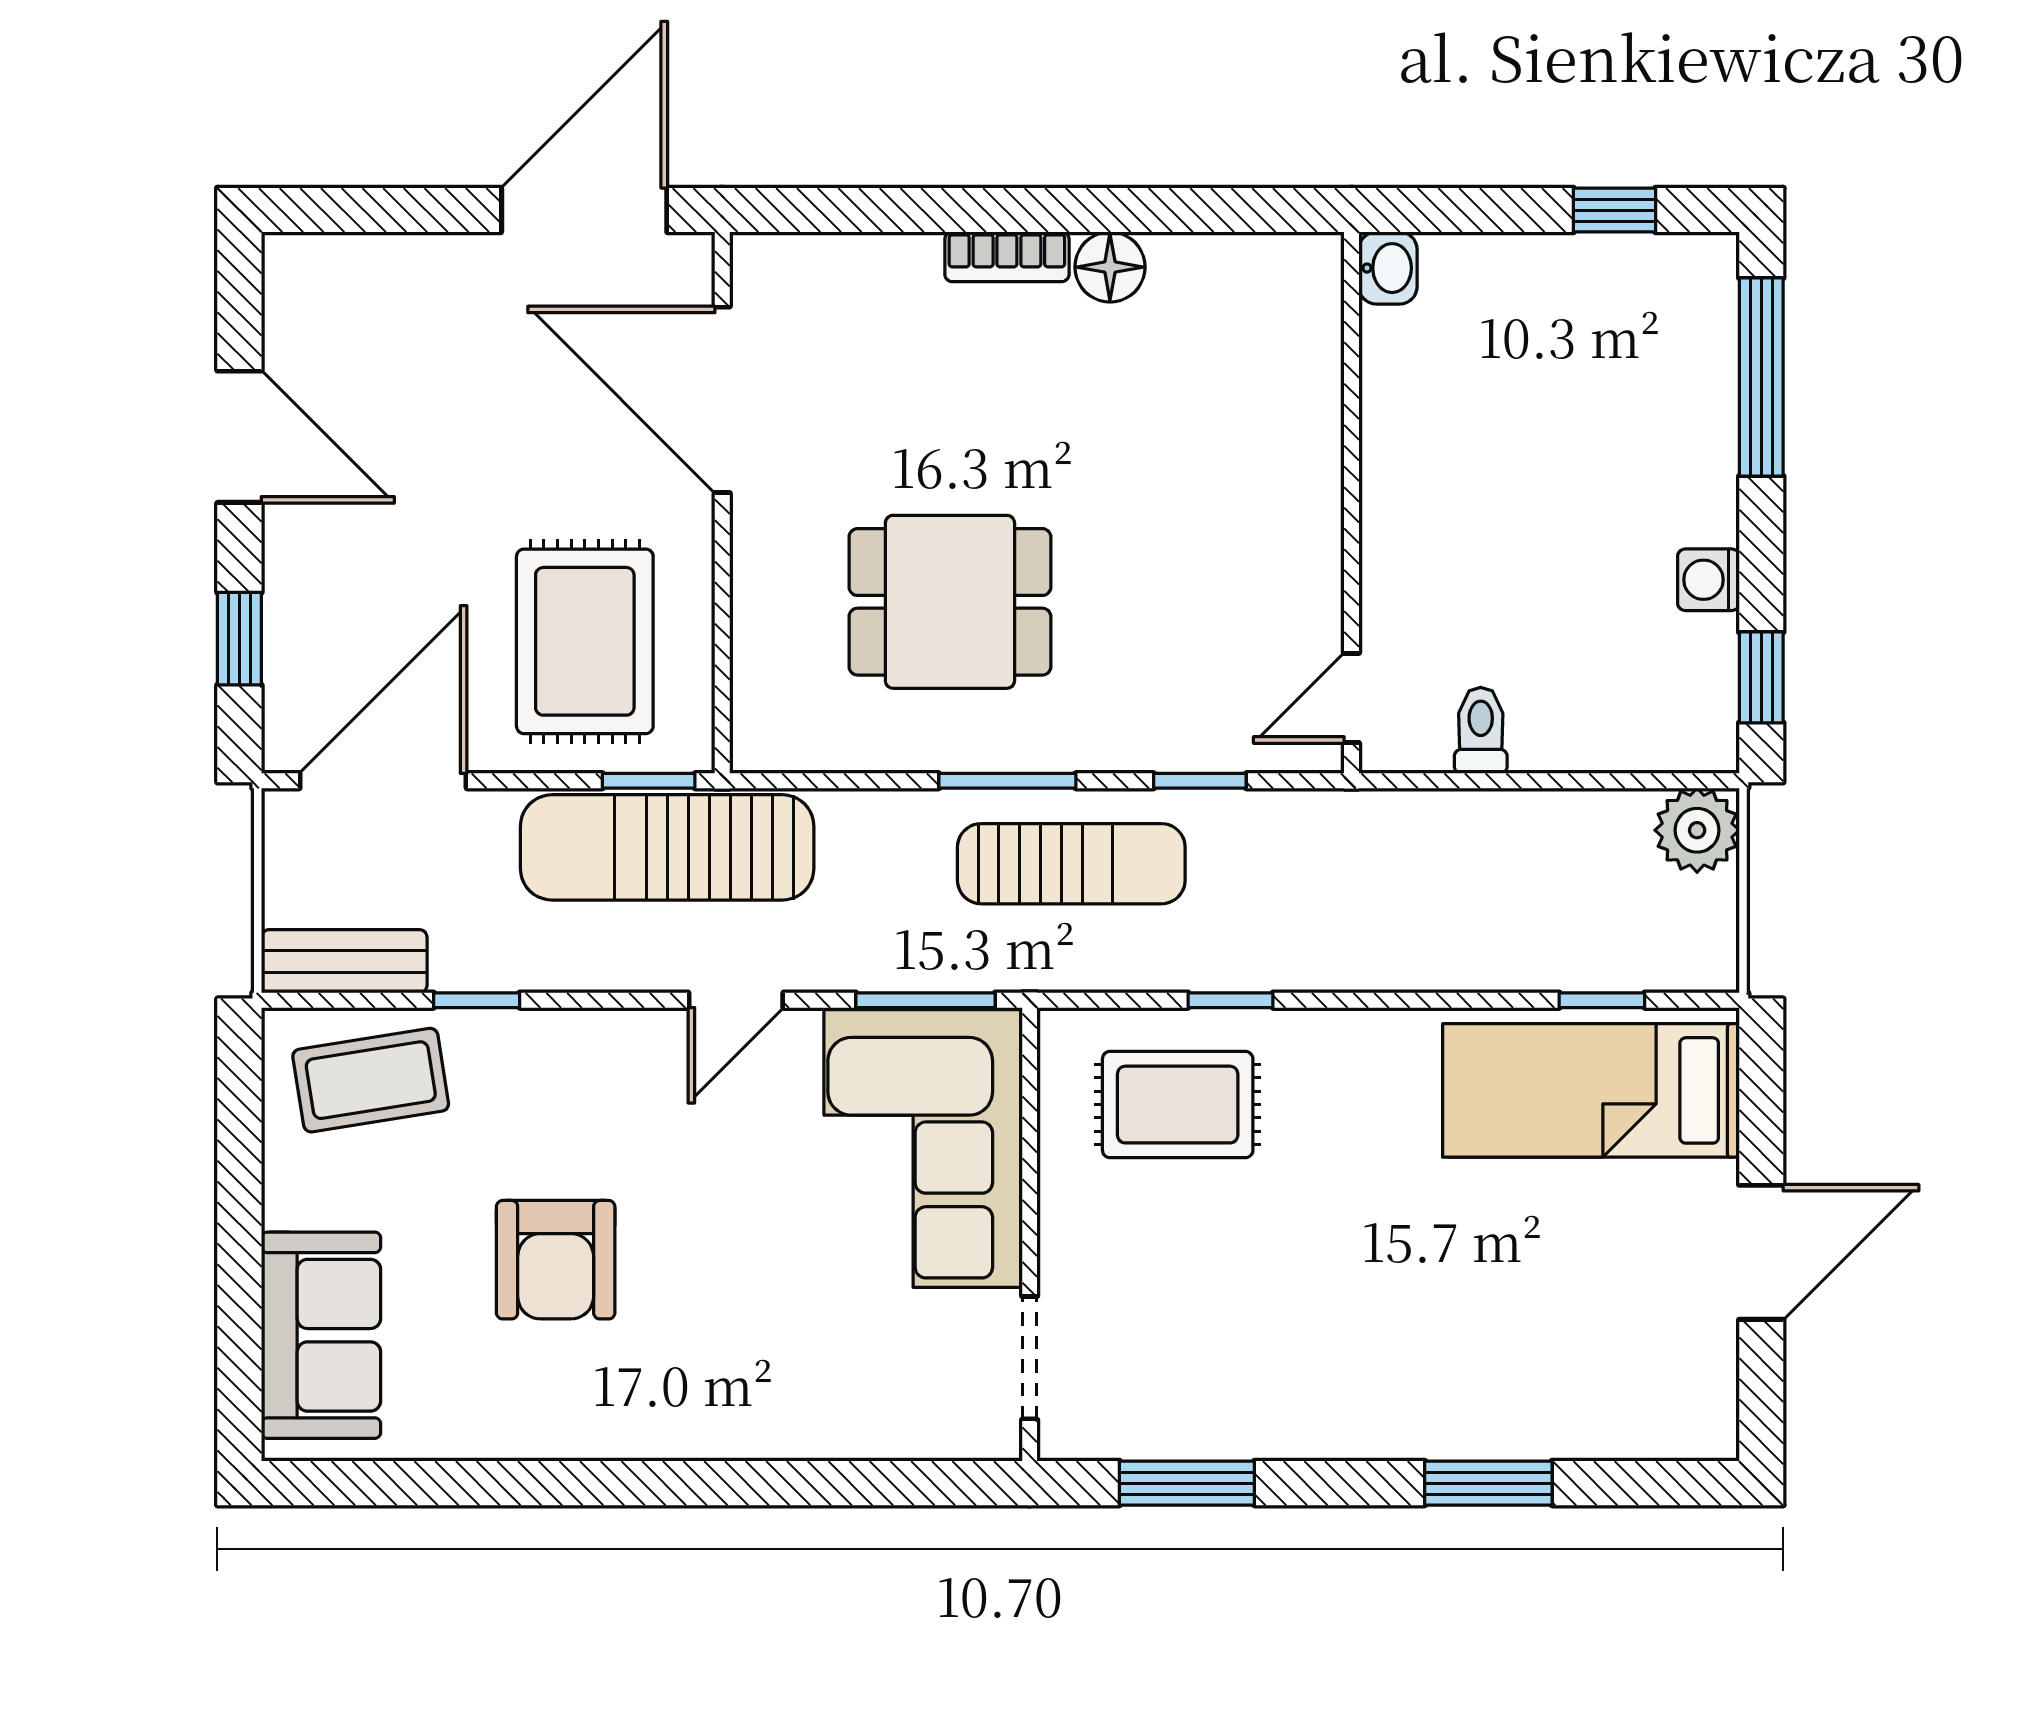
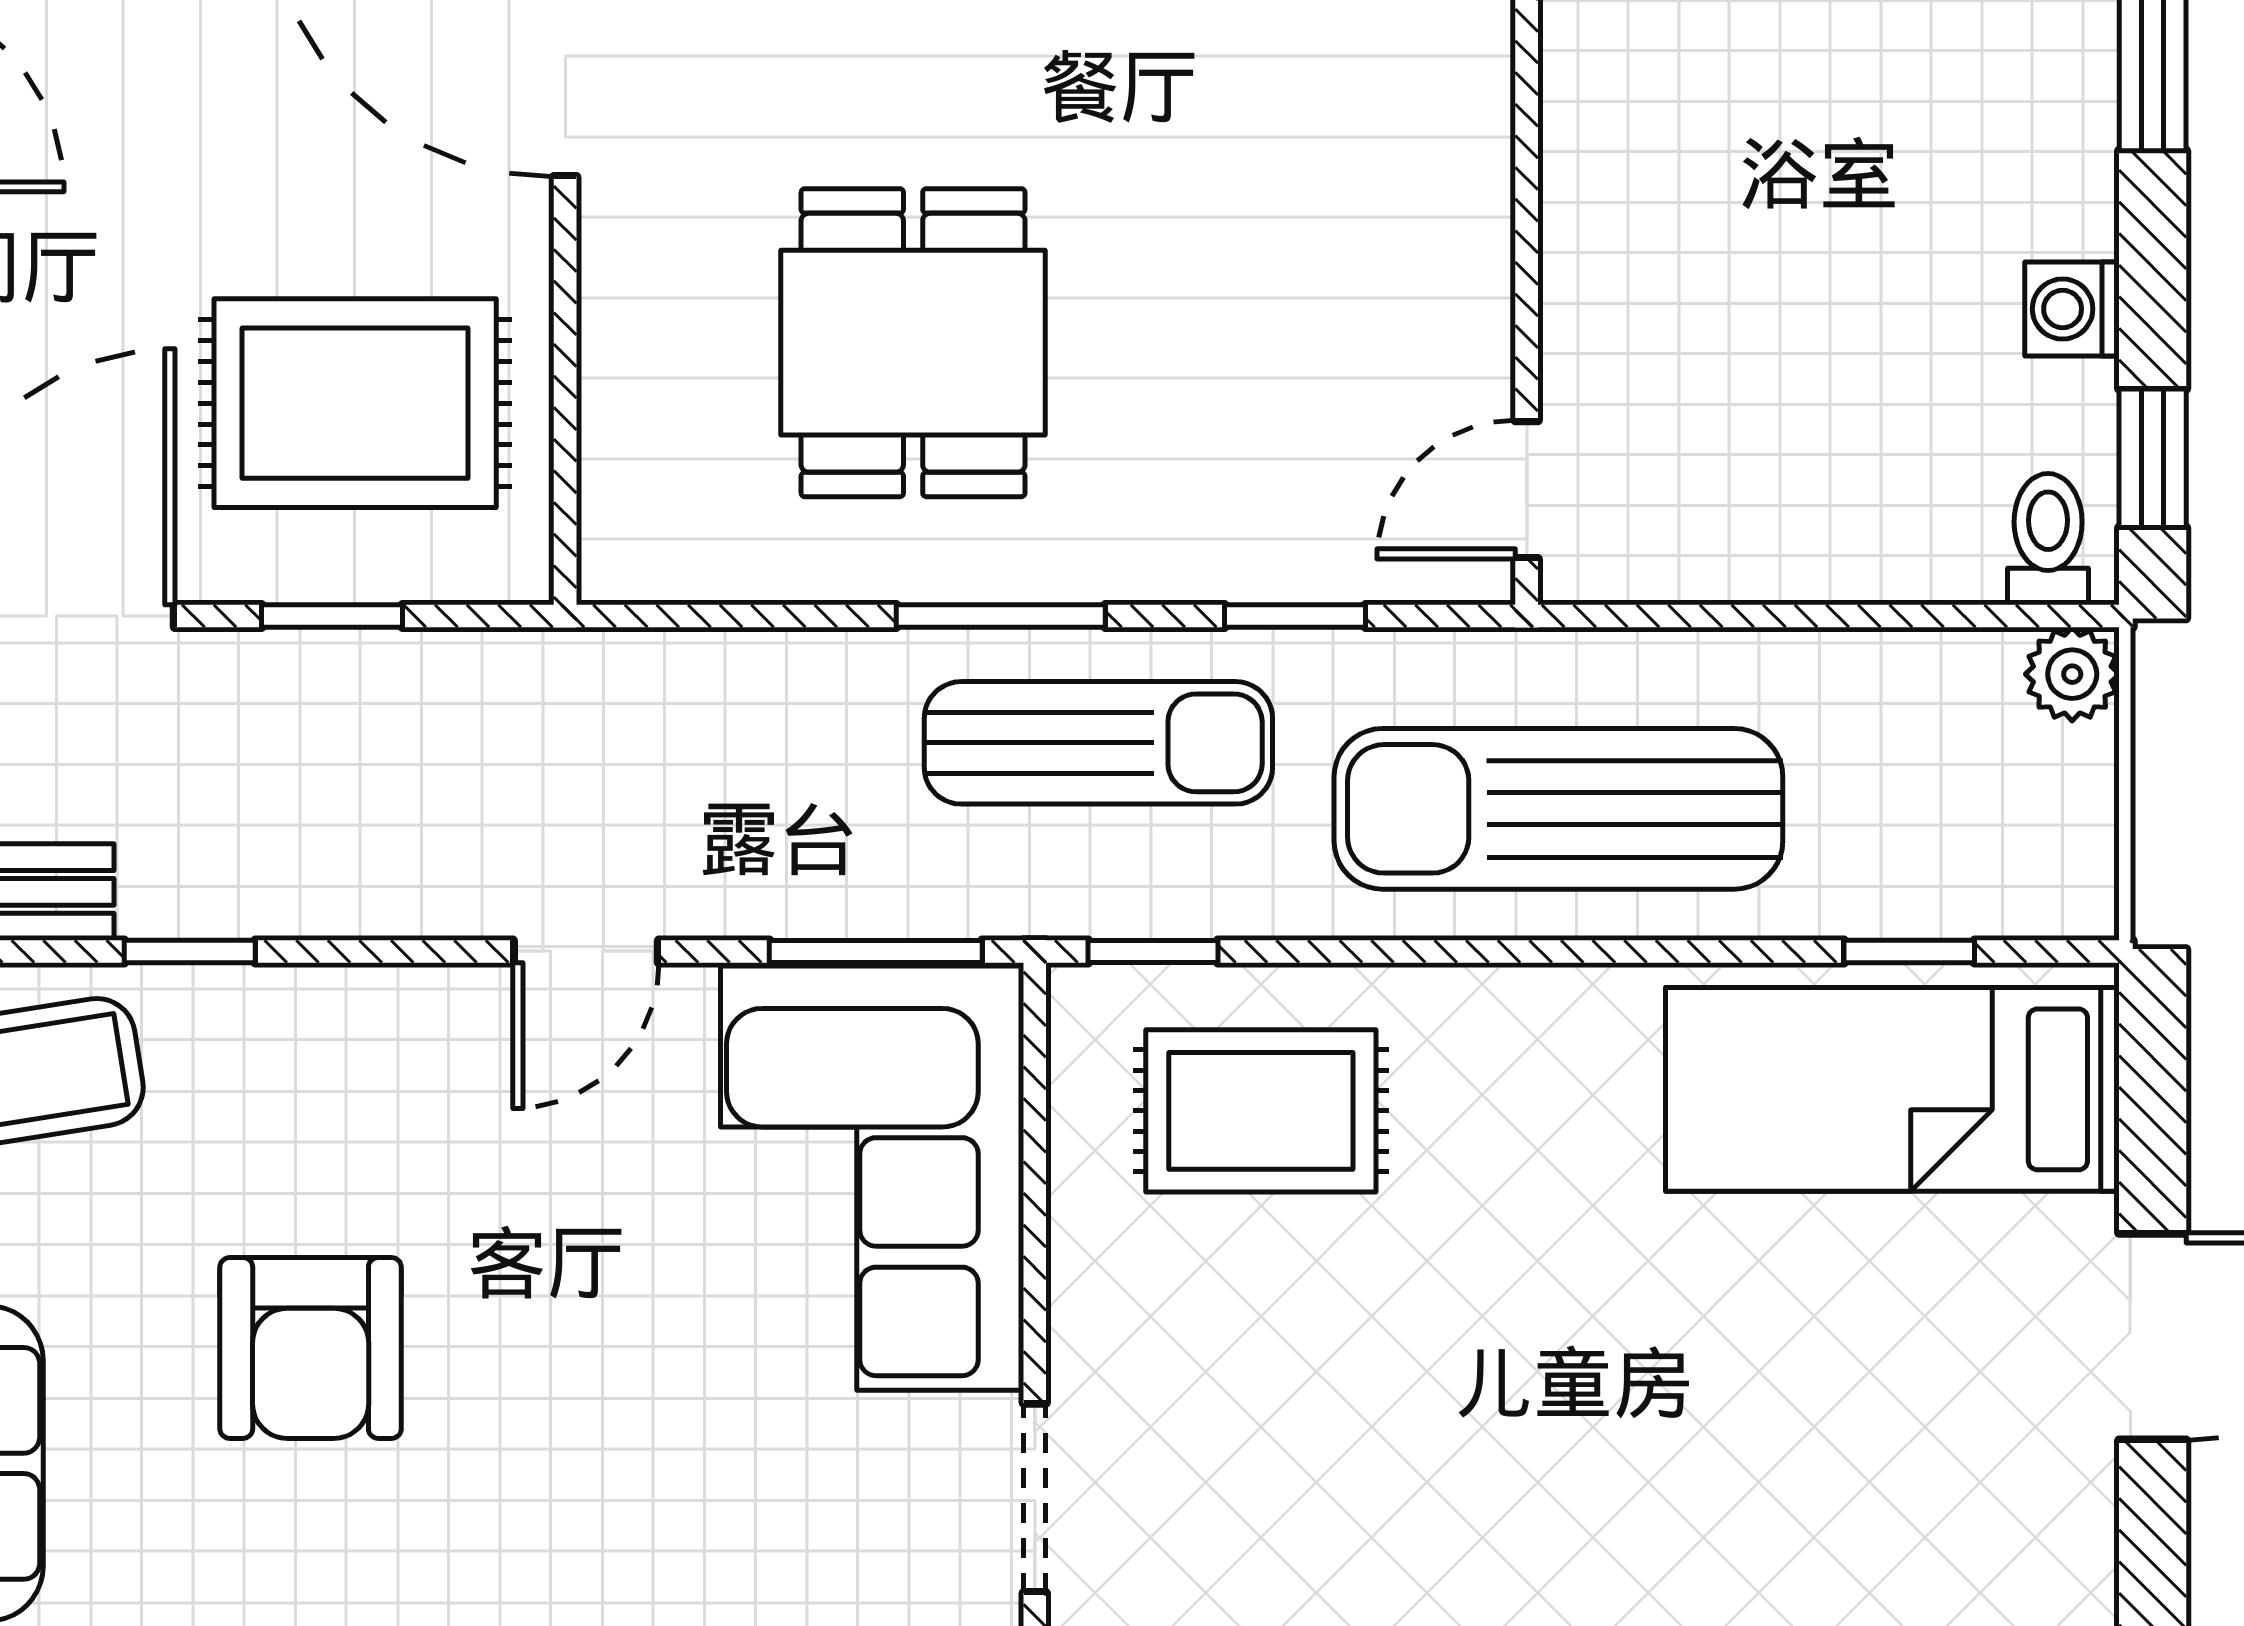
dining table: (950, 602) -> (913, 343), turned 90
rug: (585, 641) -> (355, 403), turned 90
toilet: (1481, 730) -> (2048, 539), moved
window: (649, 781) -> (332, 616), moved
plant: (1697, 830) -> (2072, 674), width x0.73, depth x0.73
sun lounger: (667, 847) -> (1558, 809), moved
window: (1231, 1000) -> (1153, 951), moved

